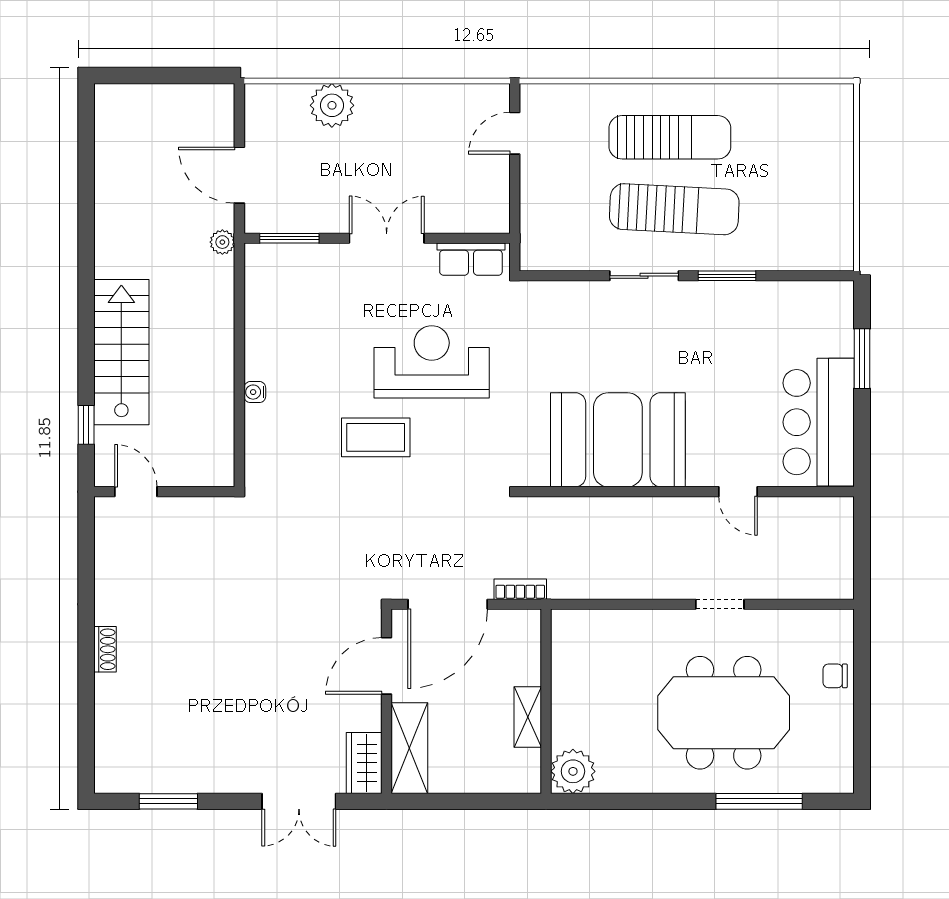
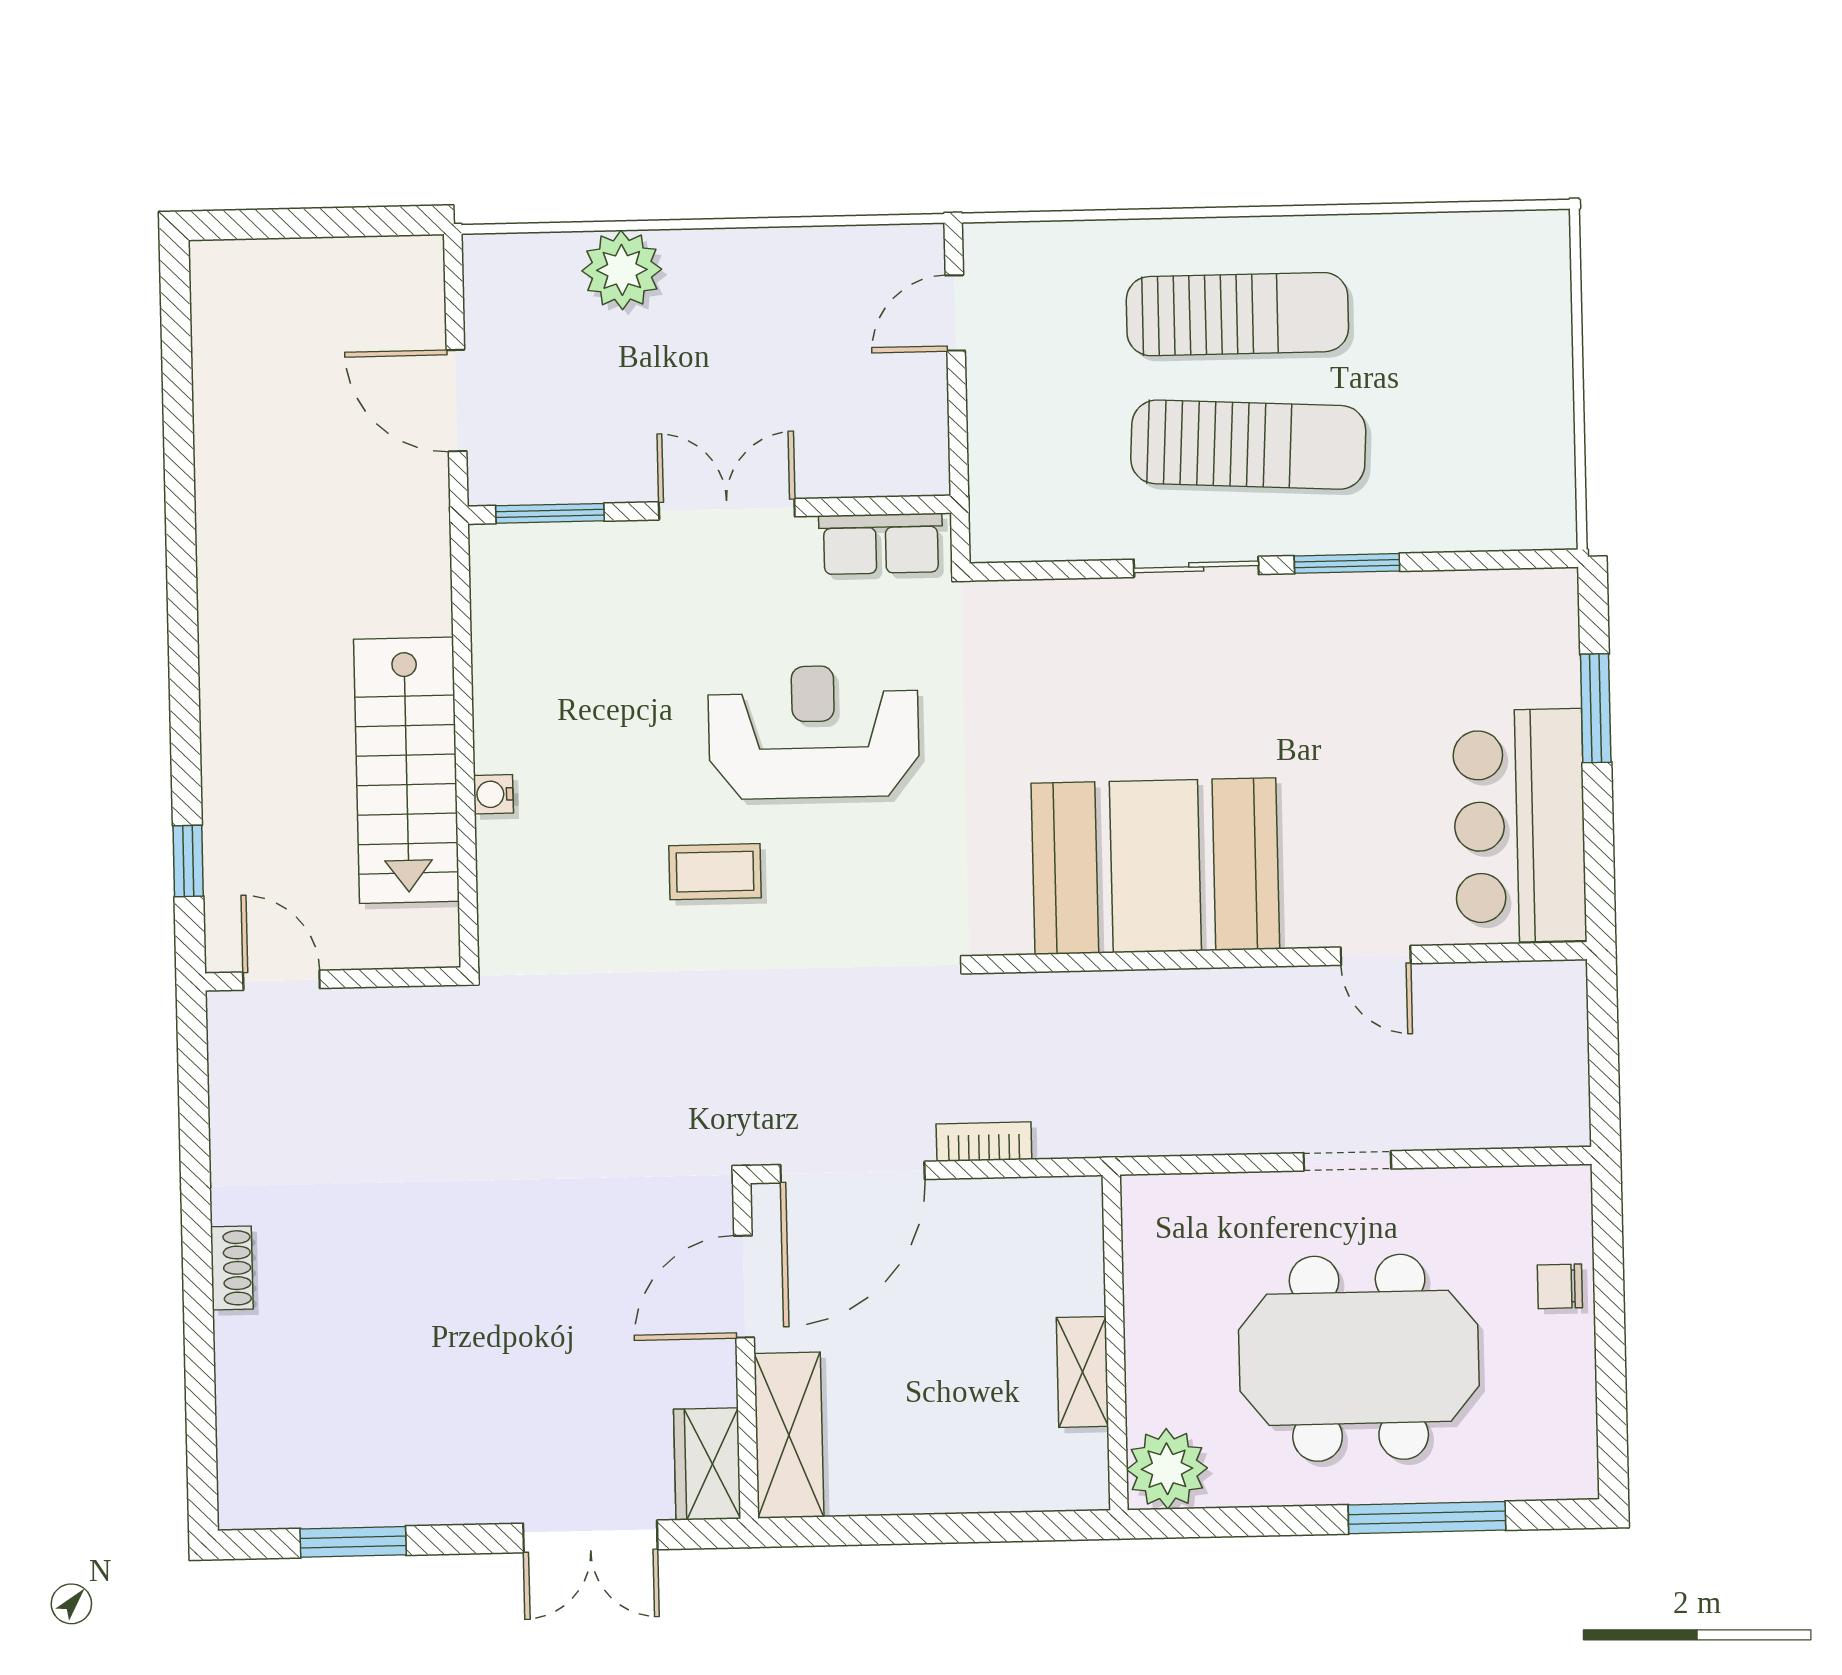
plant: (222, 242) -> (428, 523), removed
stairs: (121, 352) -> (406, 770), moved, turned 180
coffee table: (376, 437) -> (715, 872), width x0.73, depth x0.77
wall: (546, 701) -> (1115, 1343), moved
shelving: (528, 717) -> (1082, 1372), moved
plant: (573, 771) -> (1167, 1469), moved

